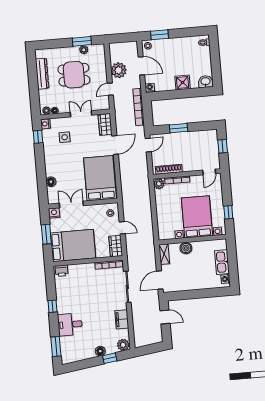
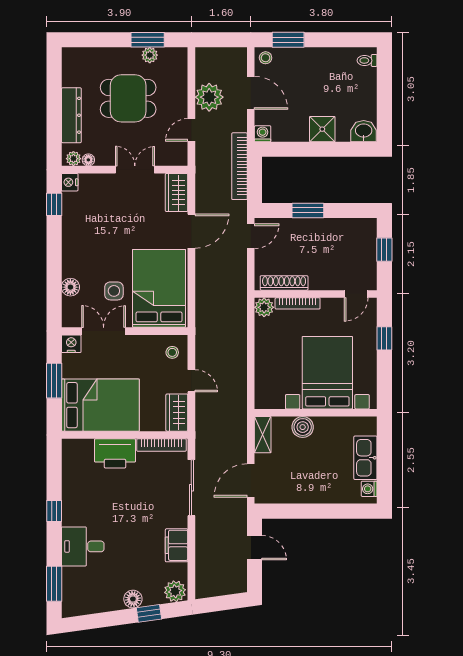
dresser: (42, 74) -> (71, 115), moved
side table: (65, 137) -> (114, 291), moved
window: (228, 212) -> (384, 338), moved
printer: (62, 271) -> (115, 453), moved, width x1.87, depth x1.48

